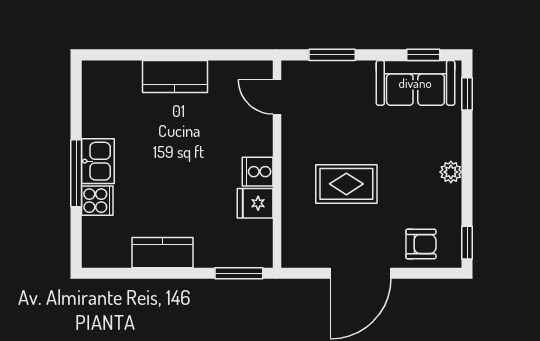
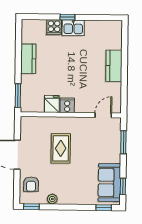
plant: (451, 172) -> (52, 199), moved
window: (76, 173) -> (67, 17), width x0.46

